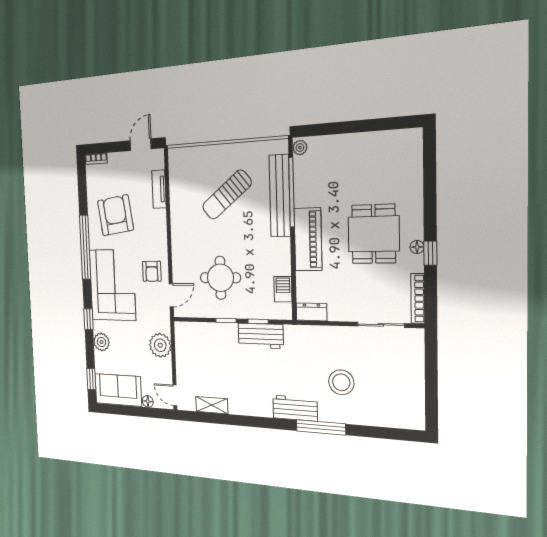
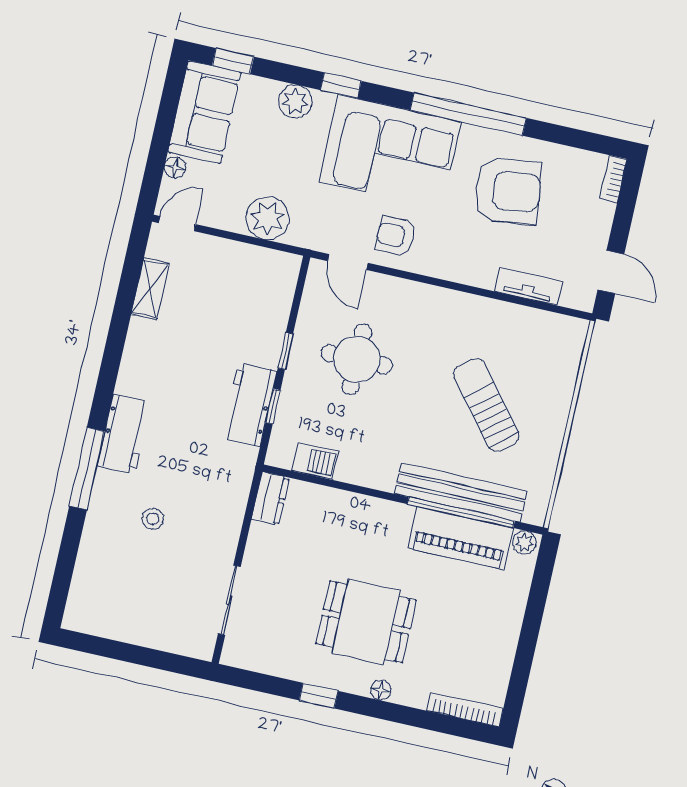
piano: (308, 239) -> (461, 538), moved
floor lamp: (417, 247) -> (381, 690), moved
bookcase: (418, 299) -> (465, 710), moved
stool: (341, 382) -> (153, 519), width x0.53, depth x0.53

